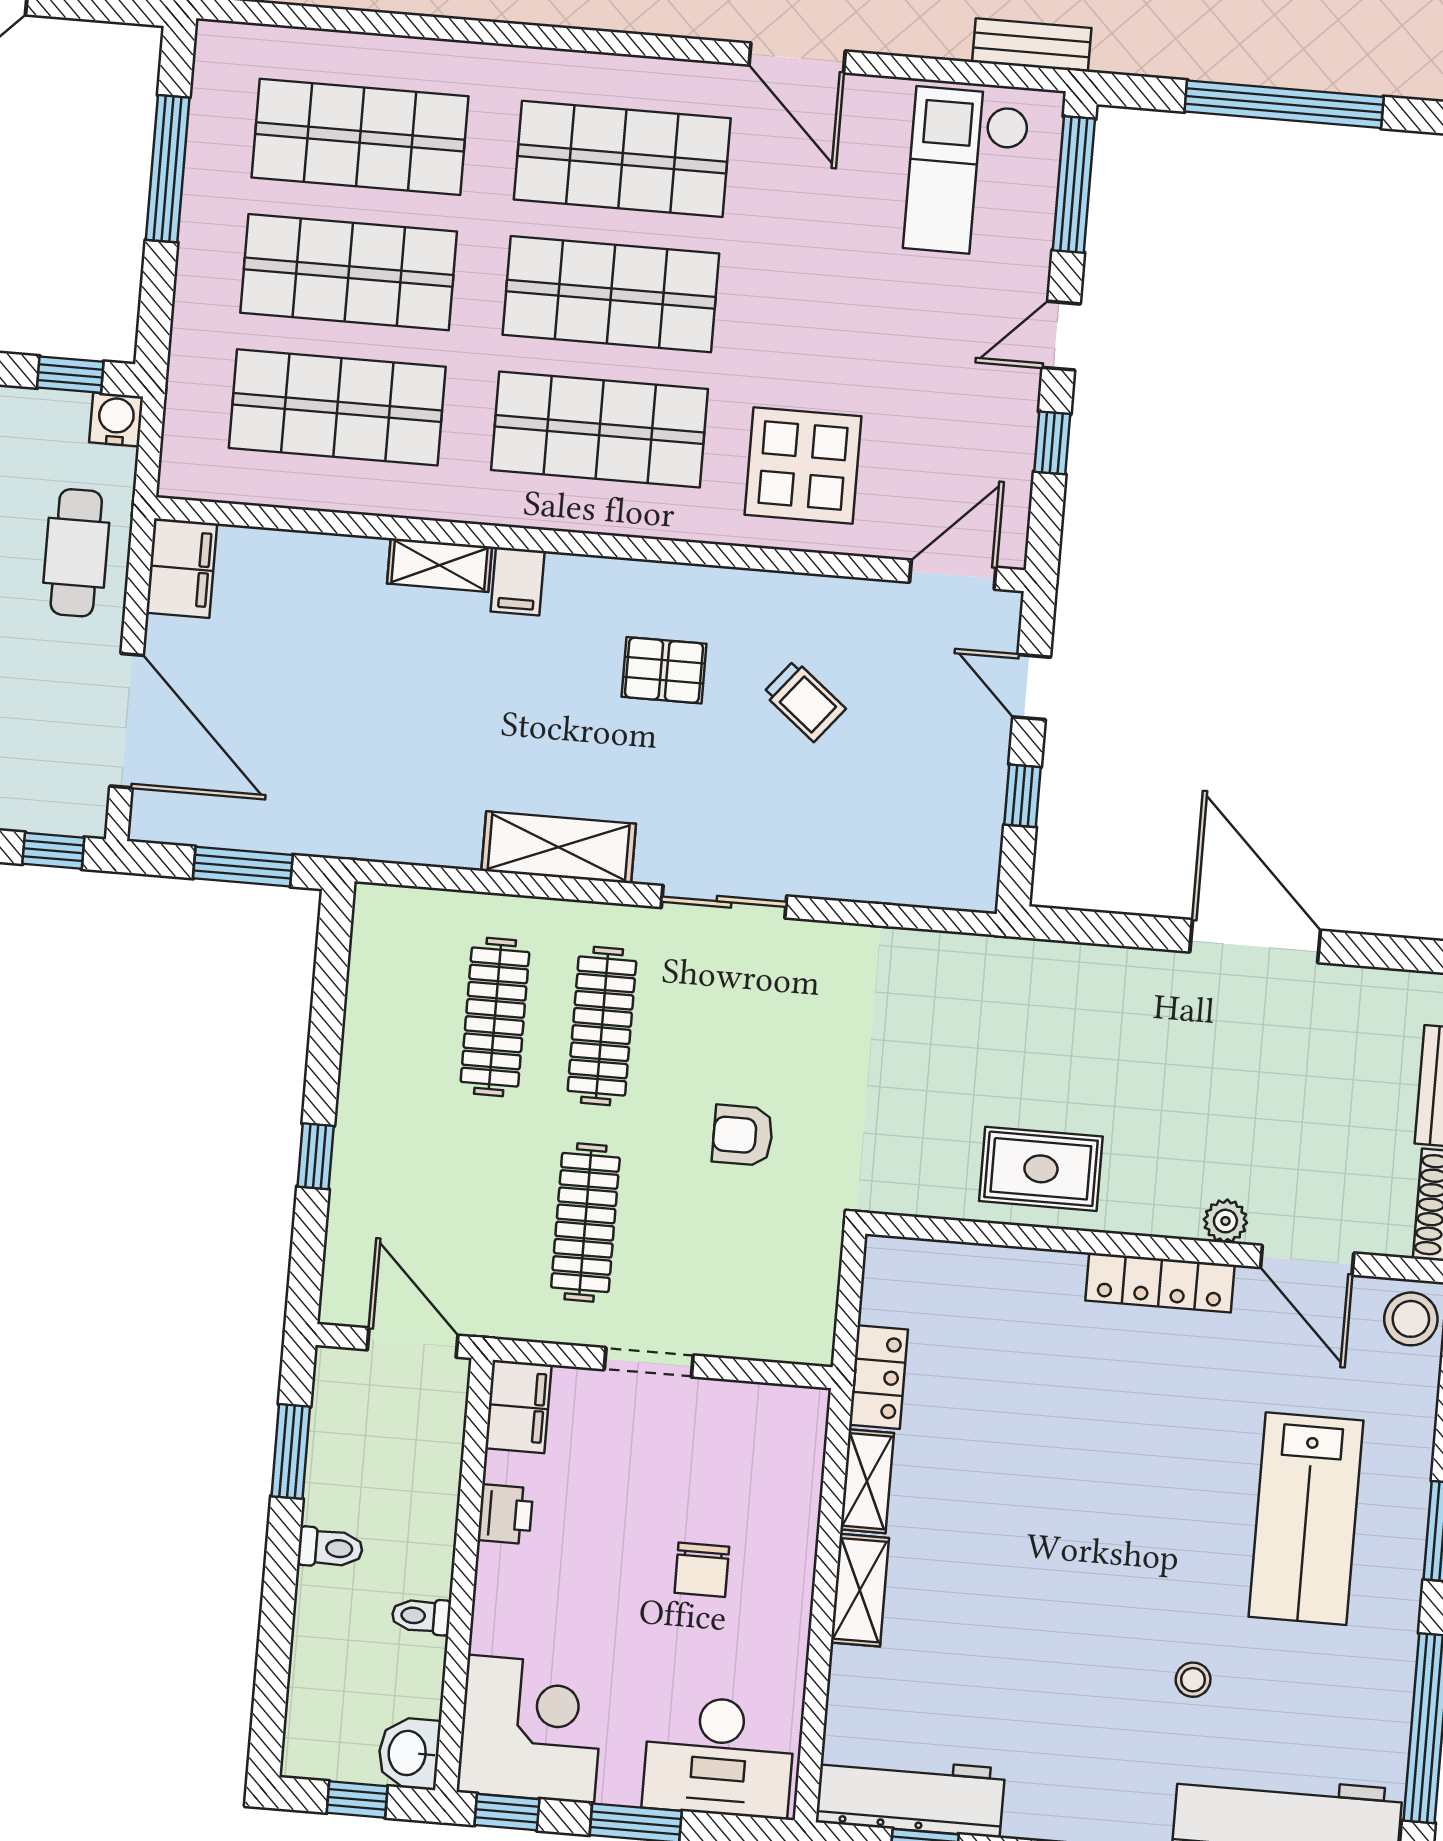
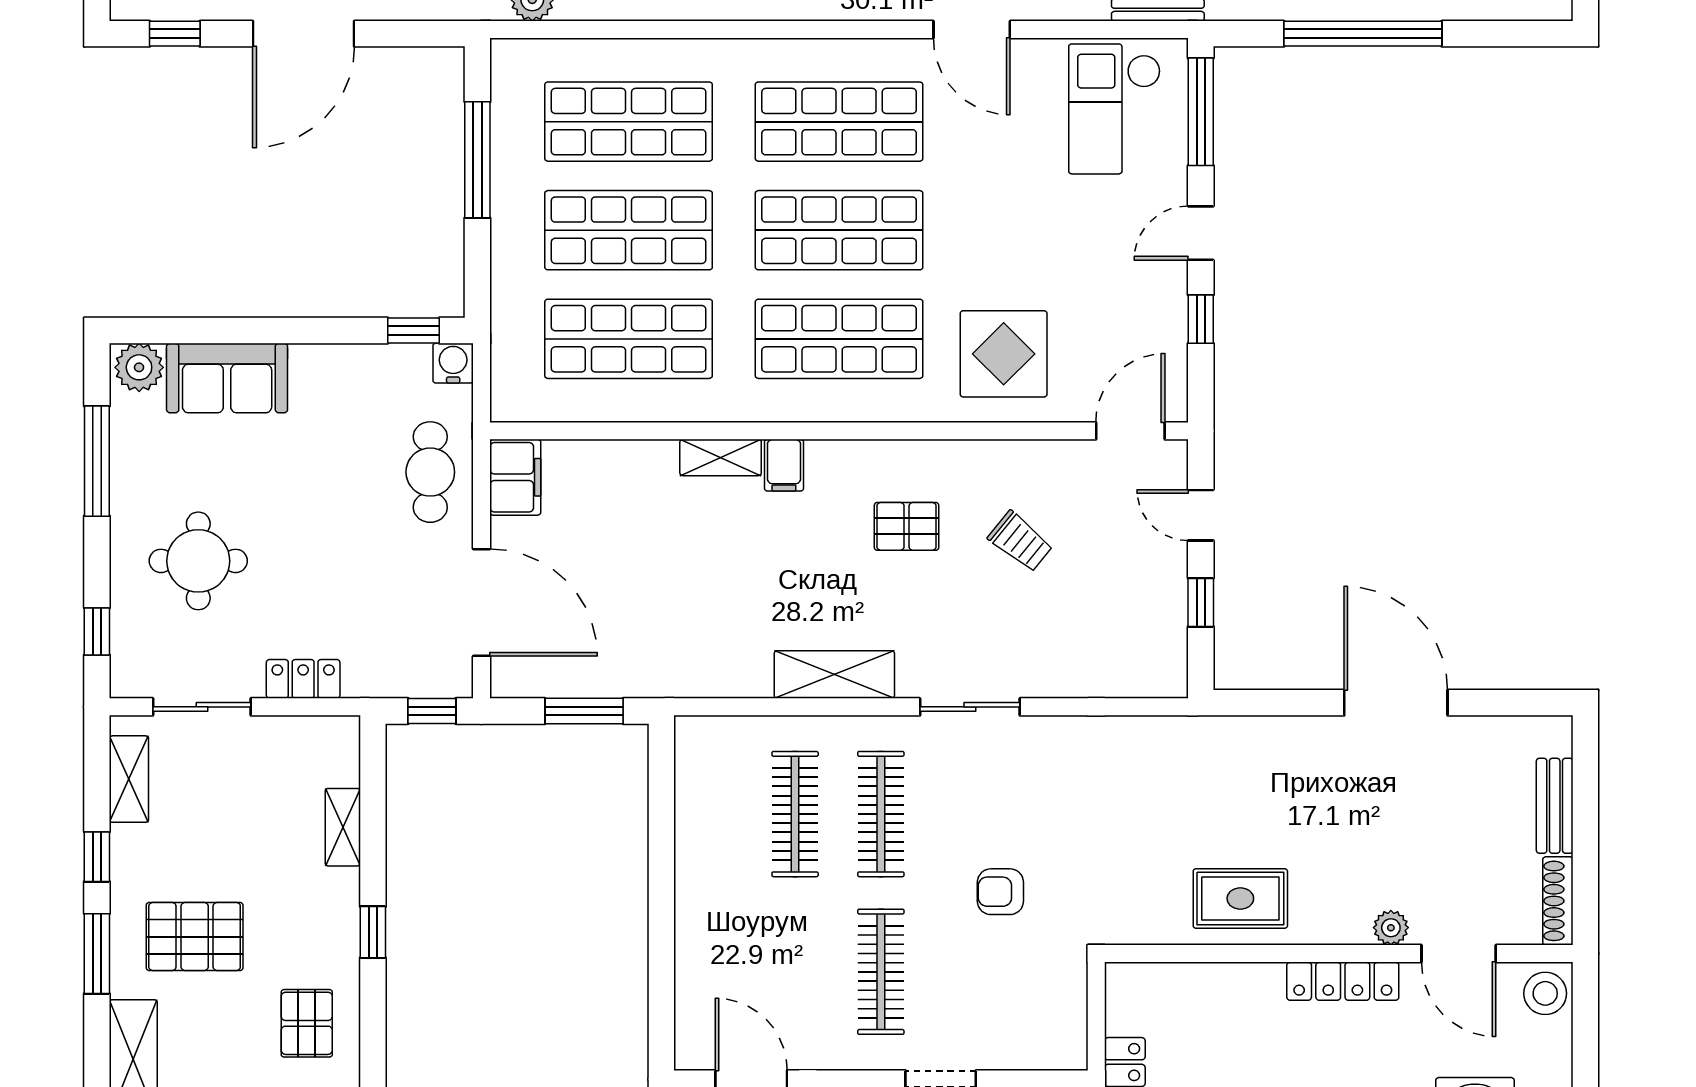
window: (316, 1156) -> (661, 937), removed

